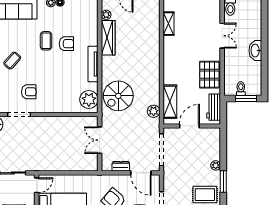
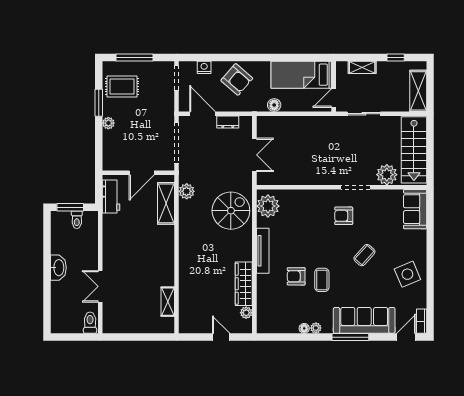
pallet: (209, 75) -> (116, 237), removed
floor lamp: (84, 180) -> (274, 105), added

